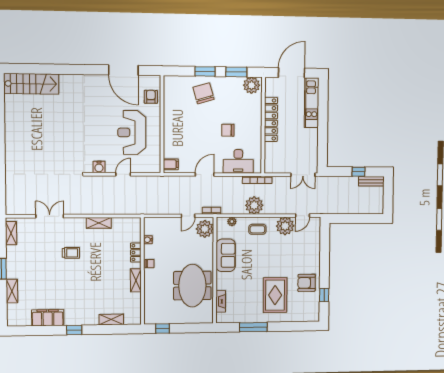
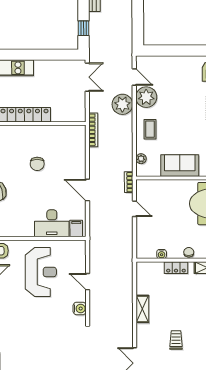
reception desk: (132, 132) -> (41, 272), turned -90
desk: (238, 161) -> (52, 223), moved, turned 90
window: (358, 172) -> (84, 28), moved
plant: (254, 205) -> (122, 104), moved
plant: (205, 229) -> (149, 190), removed

